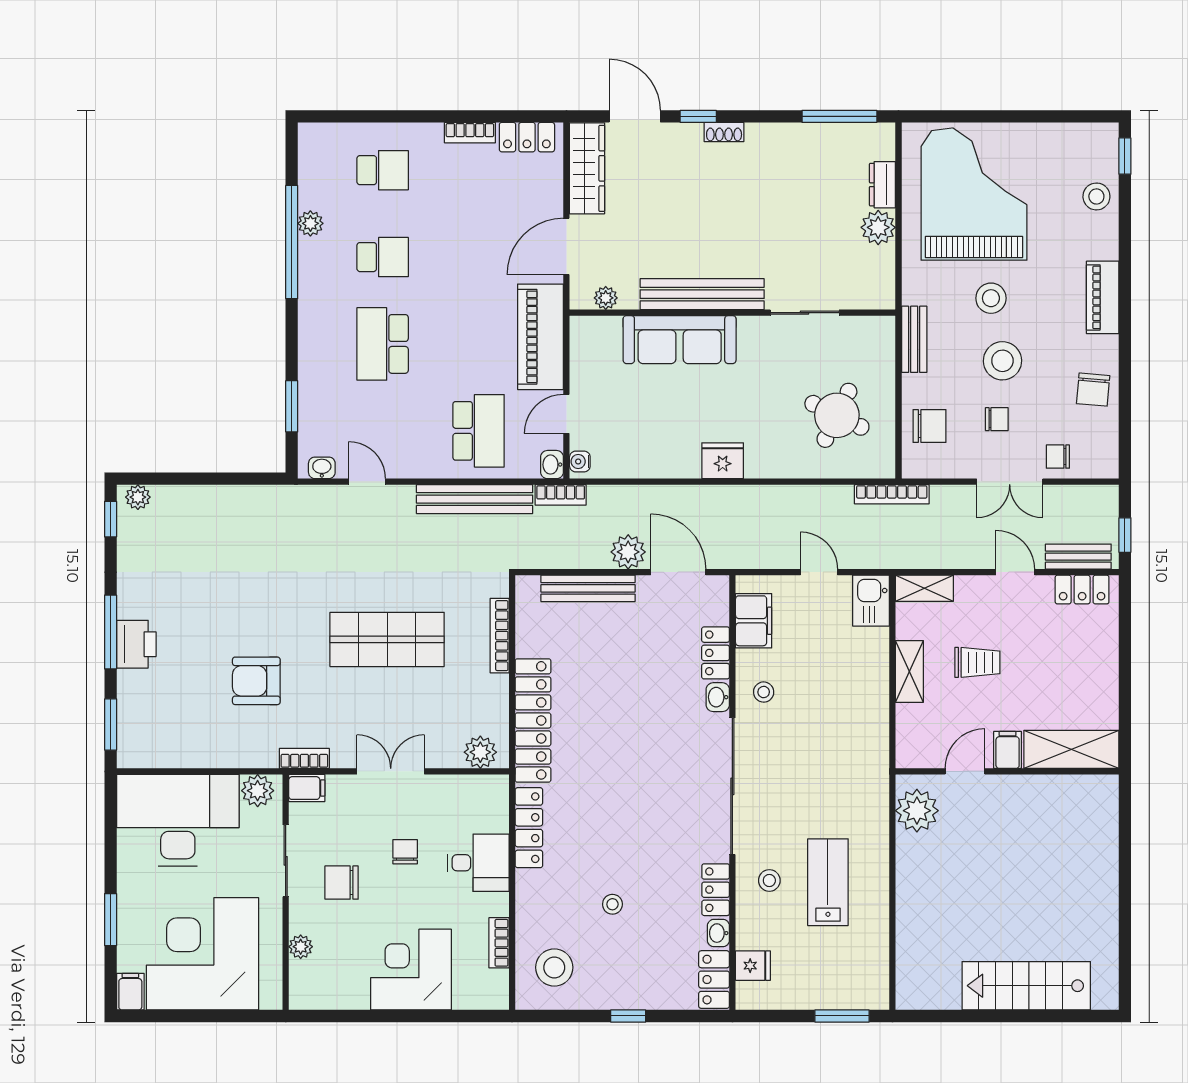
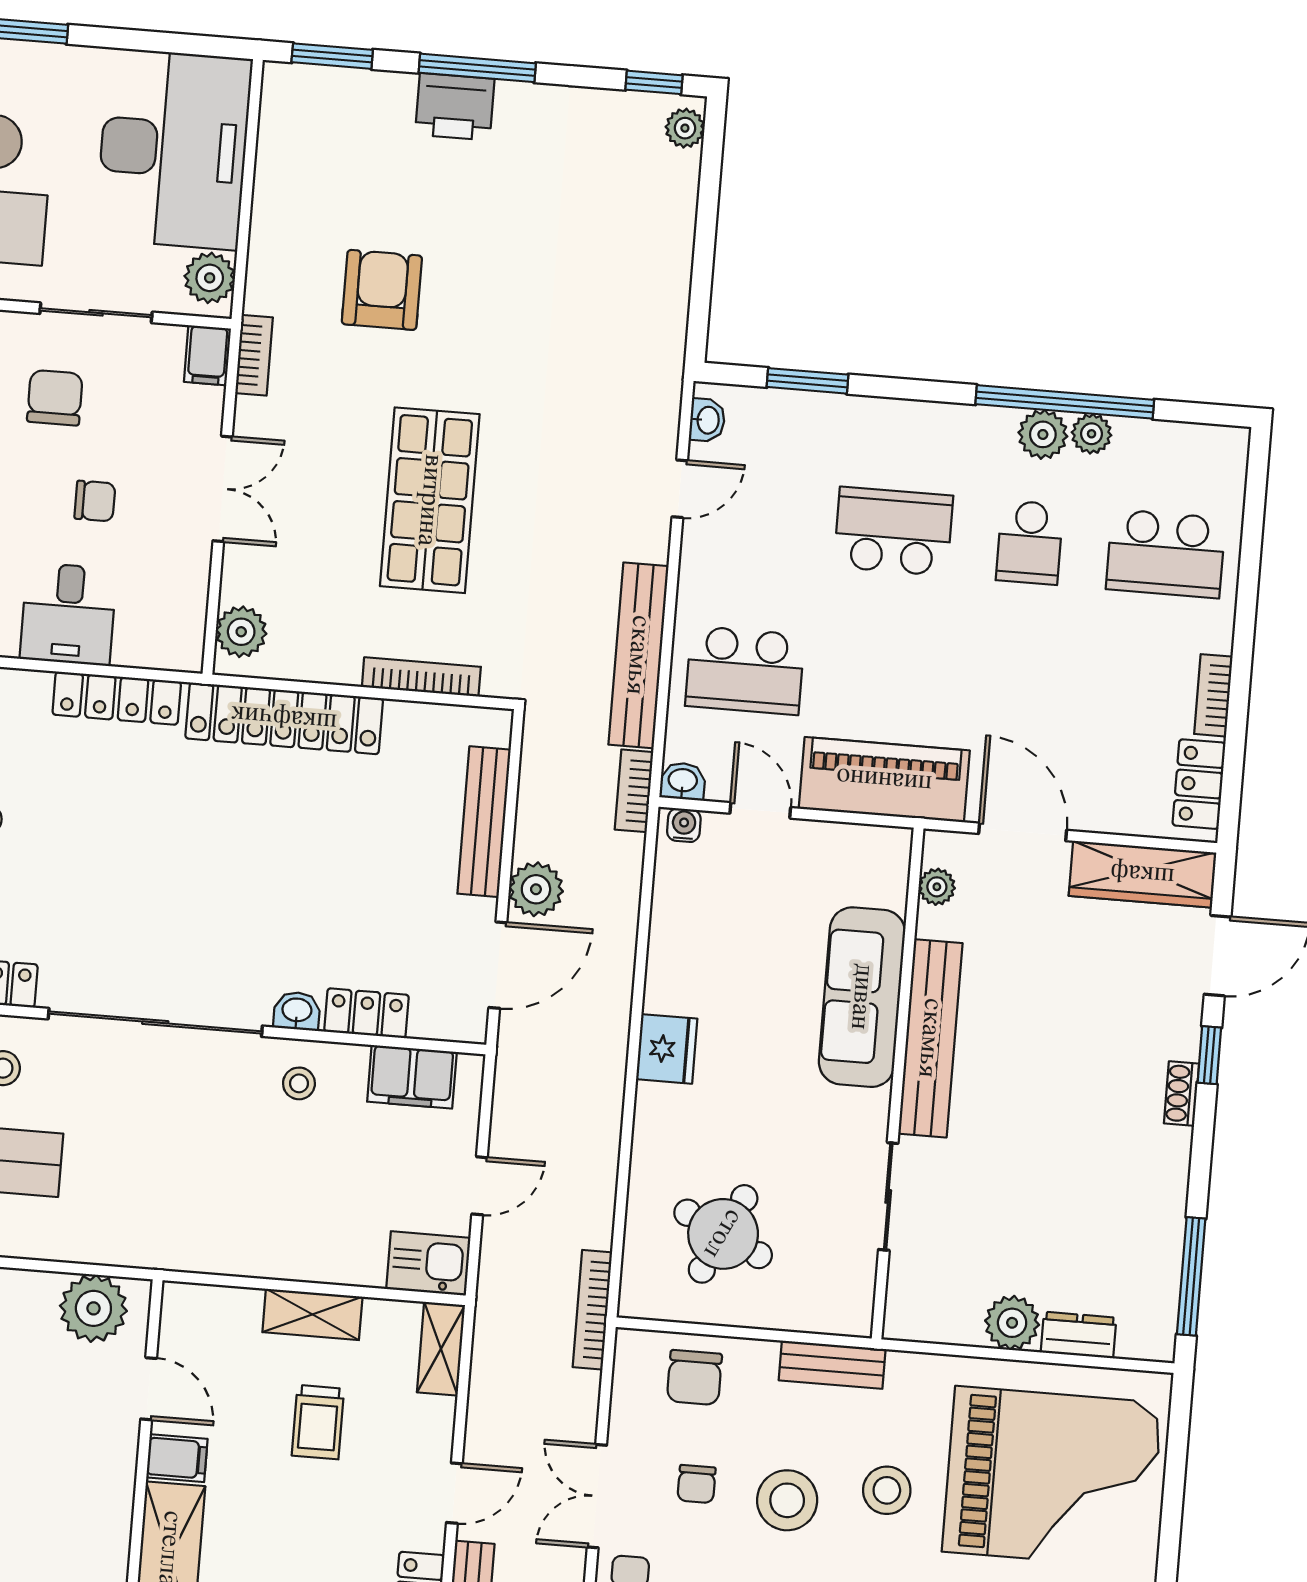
school desk: (383, 170) -> (1166, 554), width x1.85
plant: (313, 254) -> (1043, 434), added

